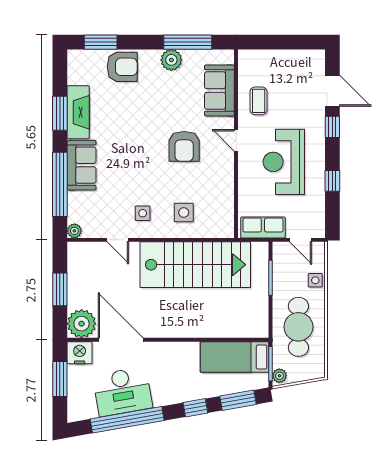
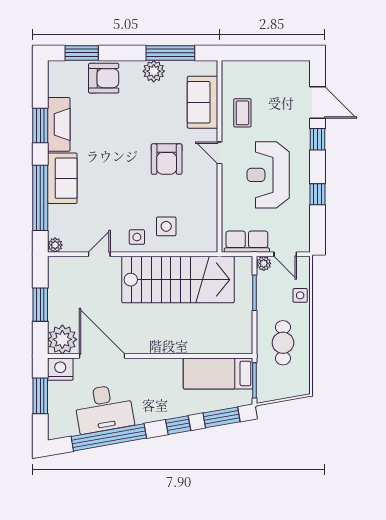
side table: (143, 213) -> (137, 237), moved
door: (118, 240) -> (99, 254), swing flipped
cafe table: (298, 327) -> (283, 343), width x0.73, depth x0.74
plant: (279, 376) -> (264, 263), moved

